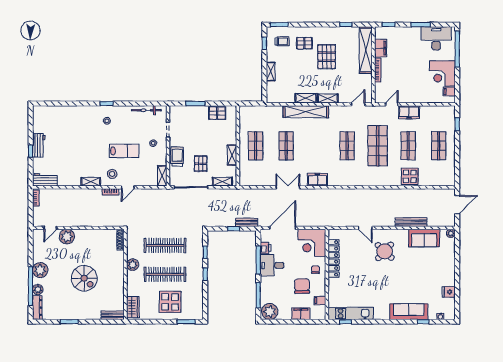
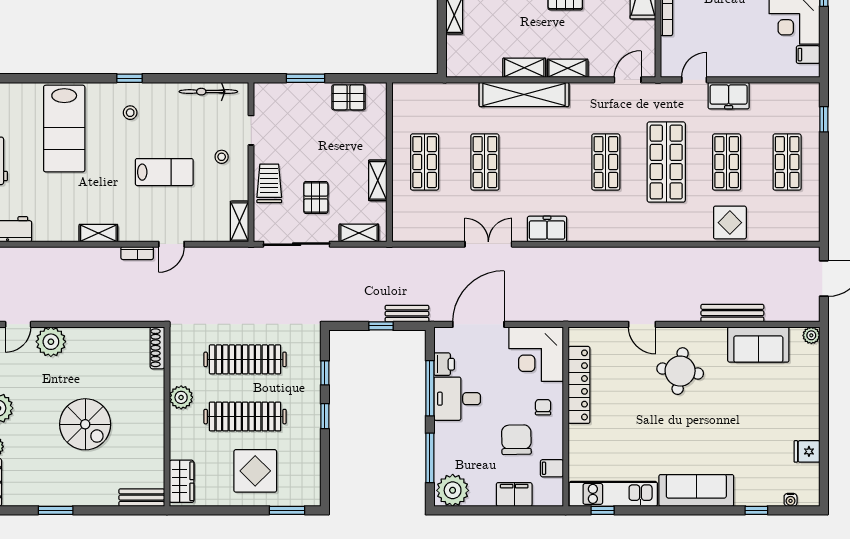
lab bench: (74, 129) -> (64, 129), added
stool: (112, 174) -> (141, 218), removed
round table: (385, 251) -> (680, 371), turned -35
sofa: (409, 312) -> (696, 490), moved

